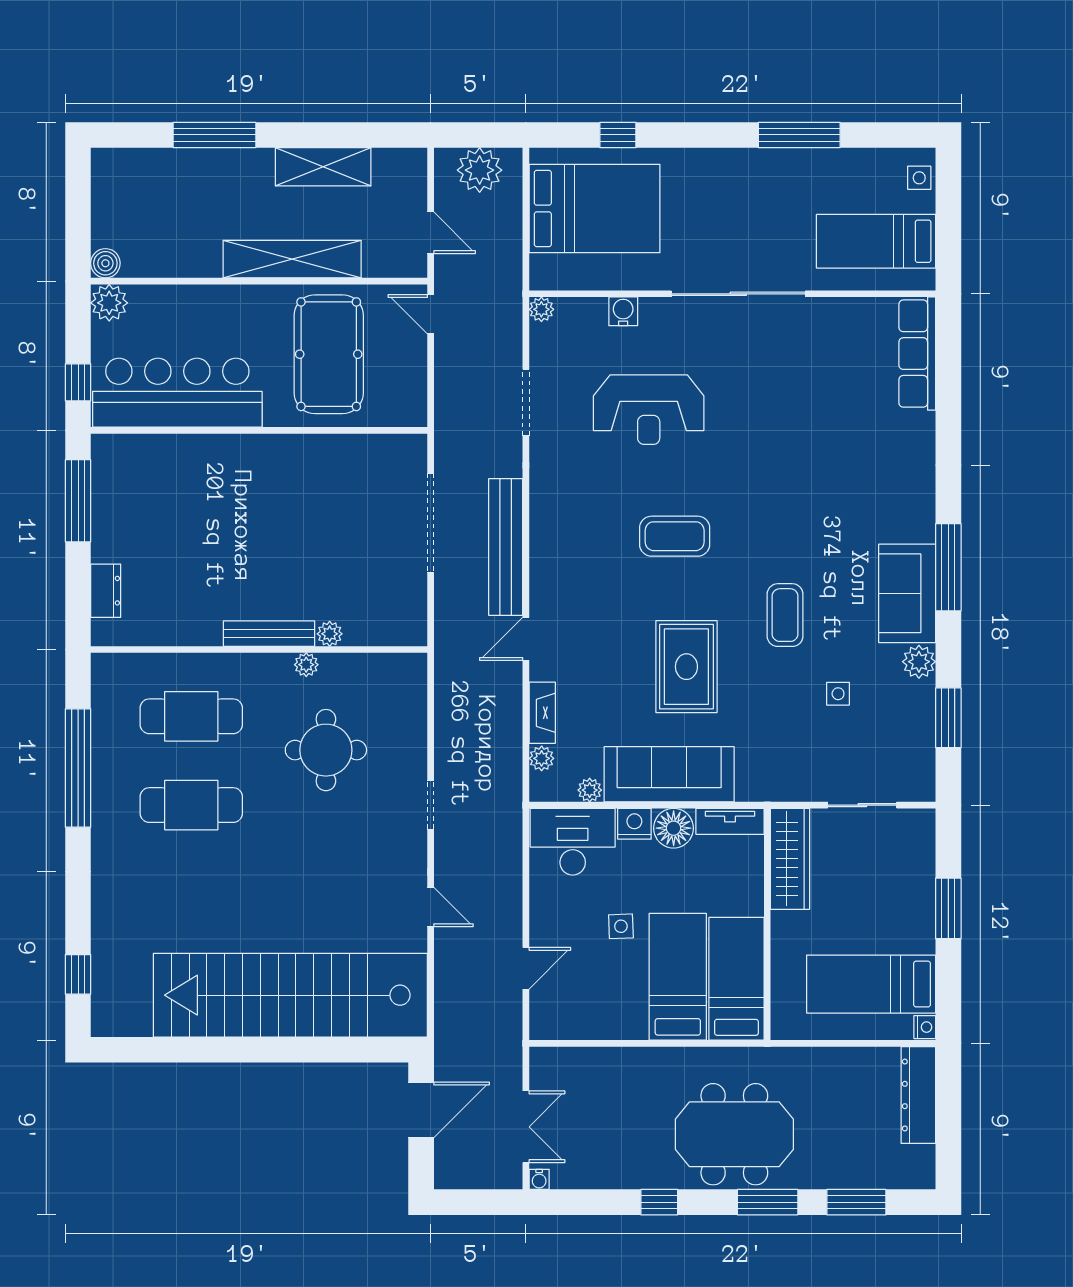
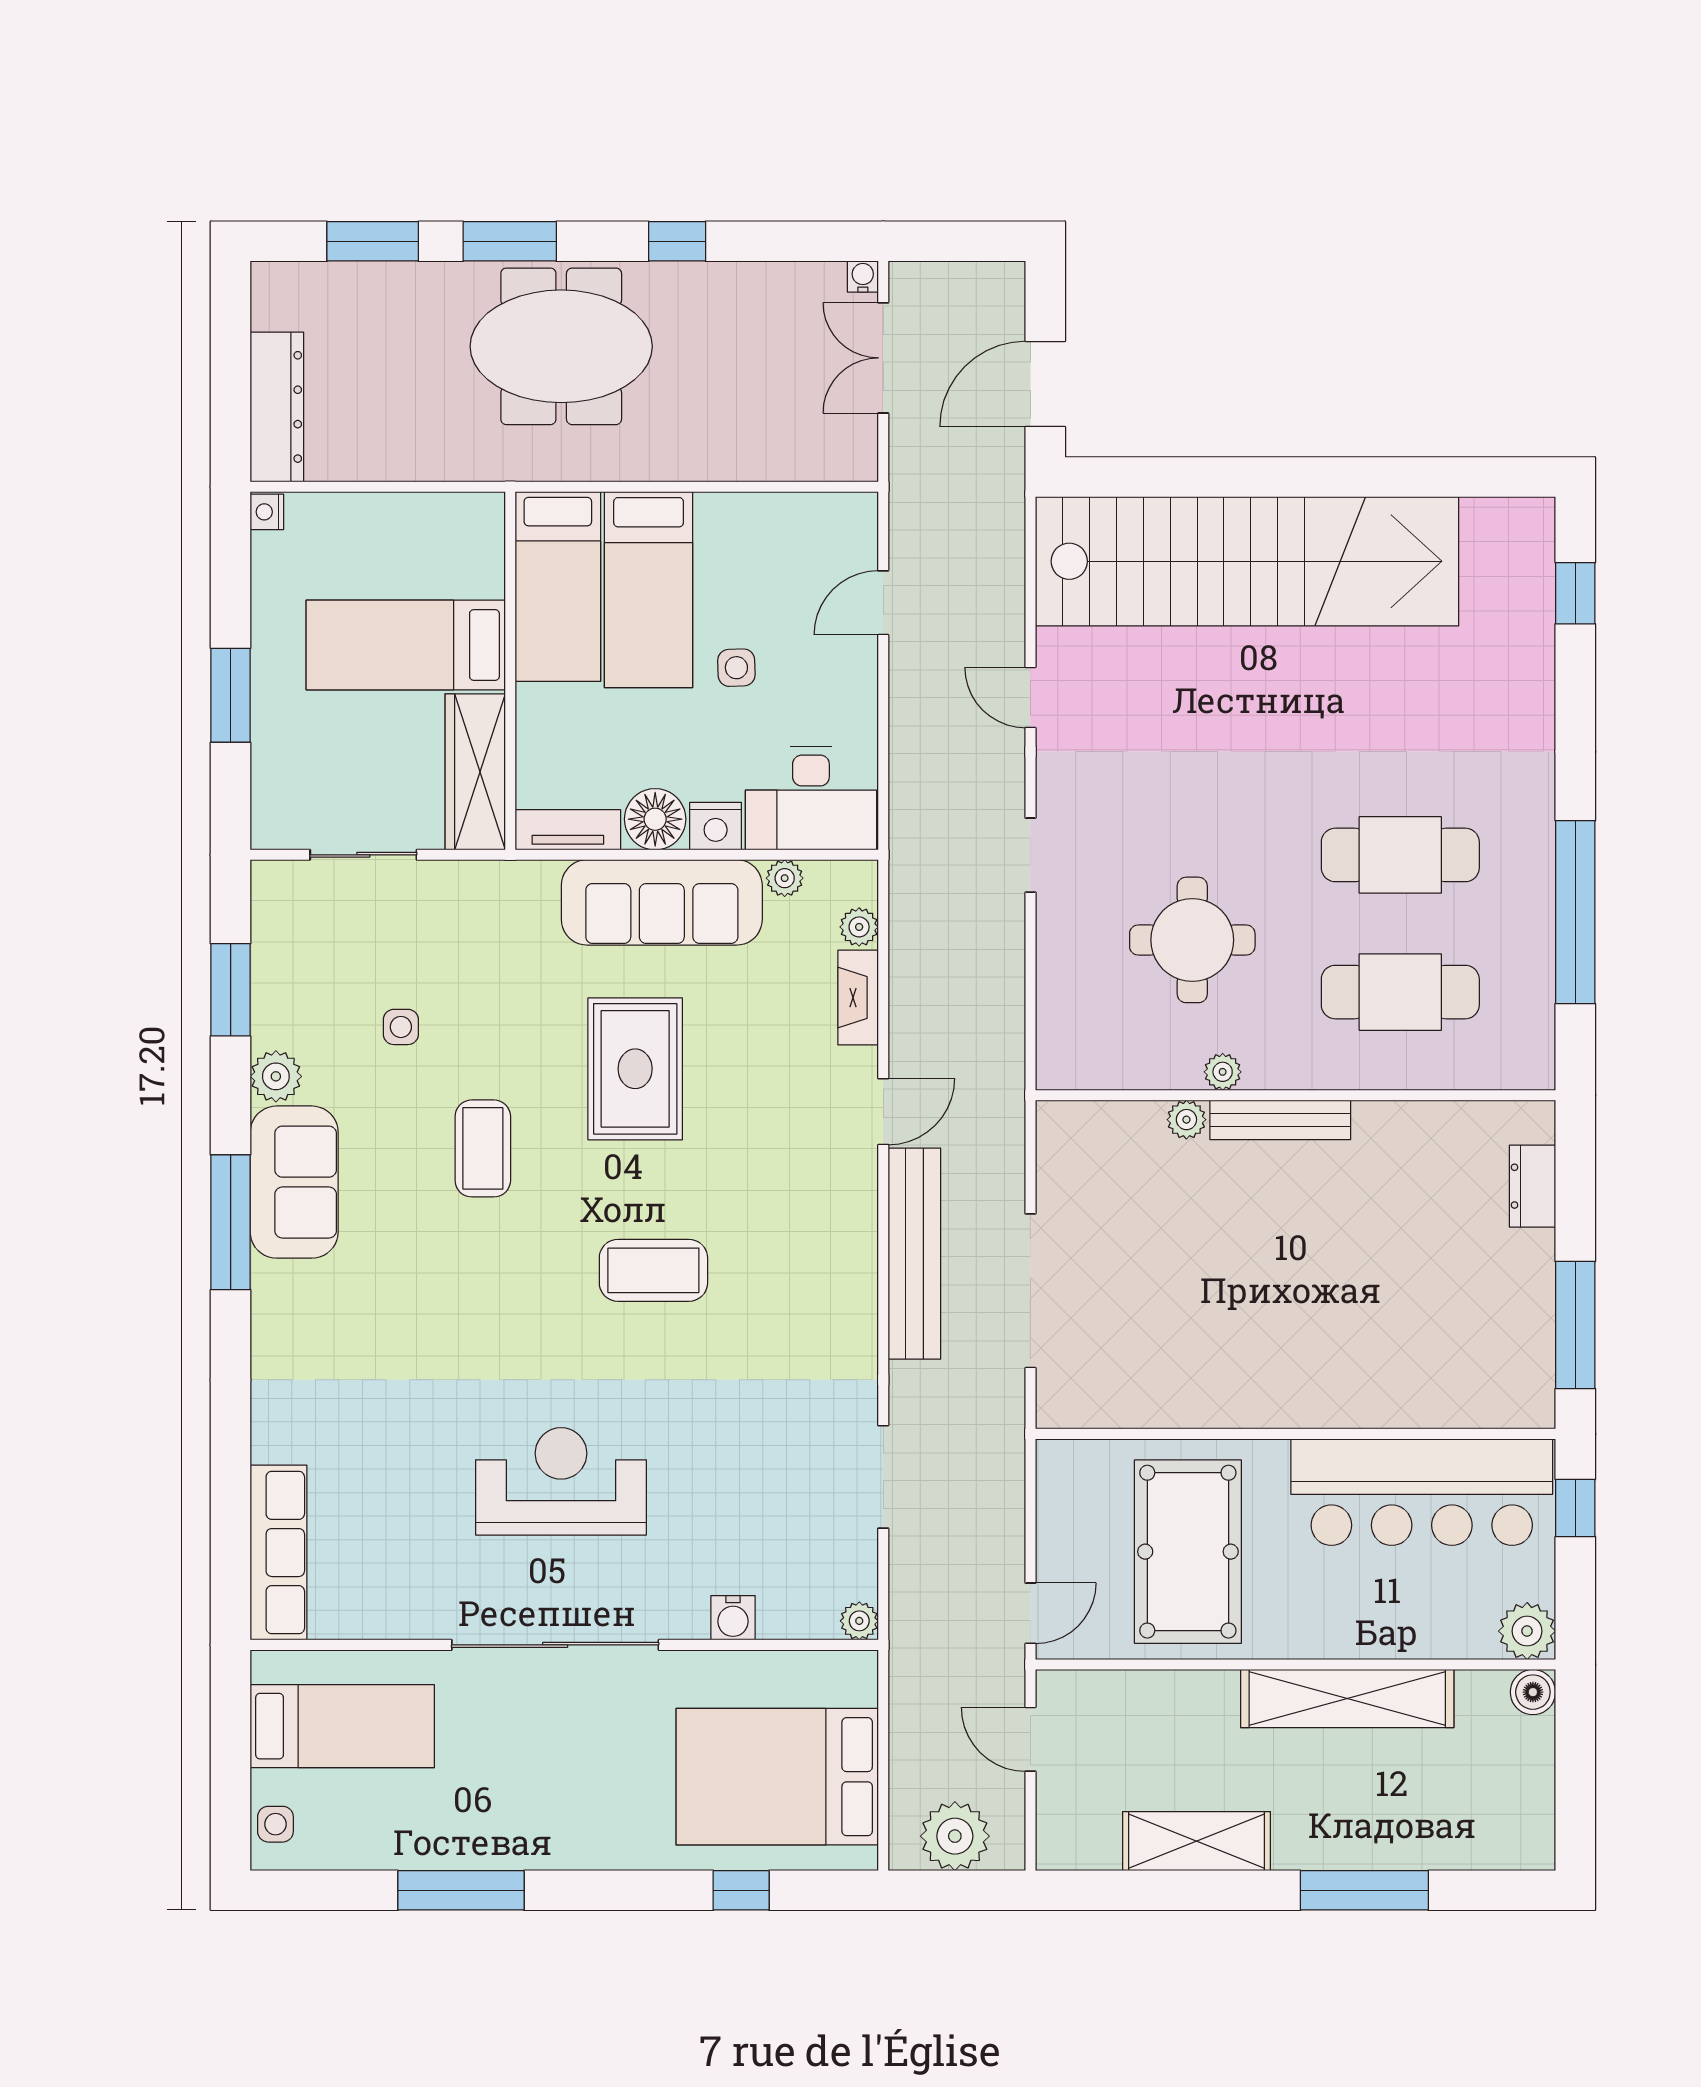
shelving: (292, 259) -> (1347, 1698), moved
door: (431, 314) -> (1030, 1613), hinge flipped
reception desk: (649, 410) -> (561, 1481), moved
bed: (871, 984) -> (406, 645), moved, turned 180

